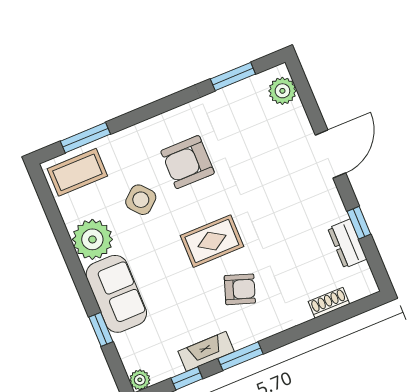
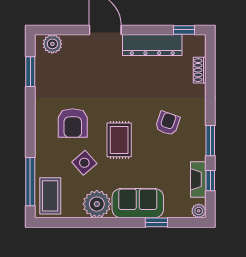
window: (85, 138) -> (30, 182), width x1.44
window: (359, 223) -> (184, 30), moved
rug: (212, 241) -> (119, 140), moved
dresser: (347, 244) -> (152, 45), width x1.96, depth x1.24
fireplace: (206, 351) -> (198, 179), moved

